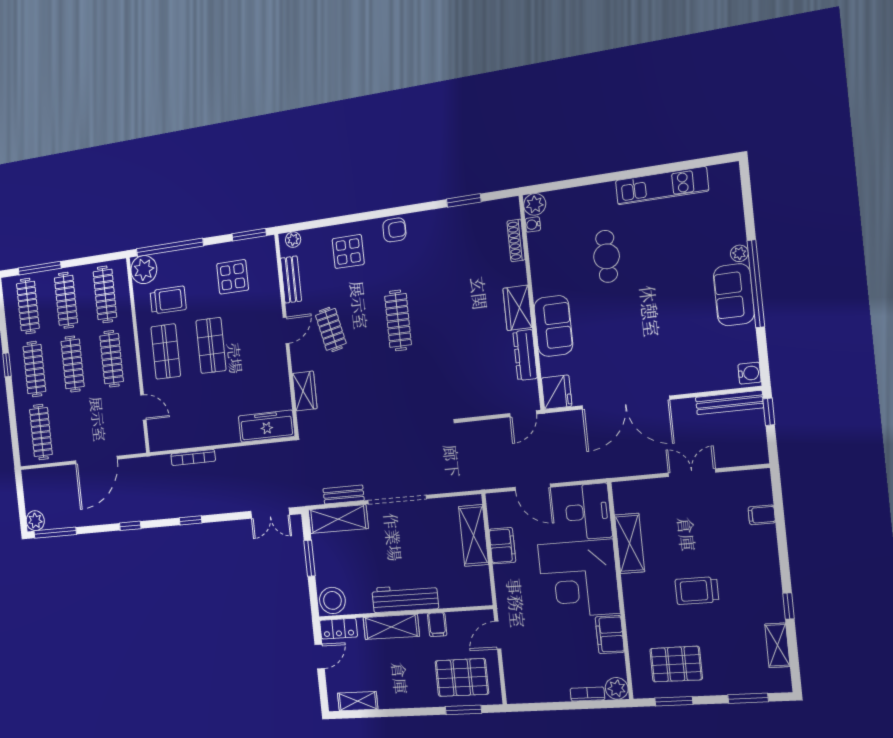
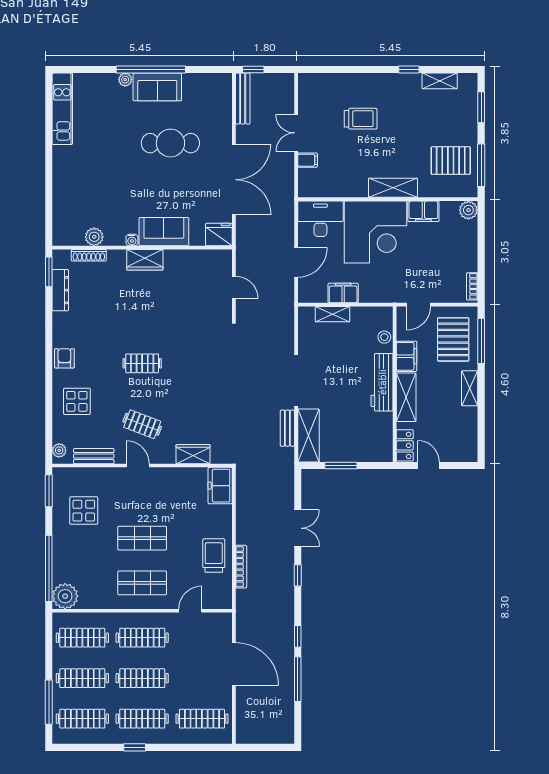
kitchen unit: (662, 186) -> (62, 109), moved
window: (464, 200) -> (49, 272), moved
plant: (535, 204) -> (94, 237), moved
water cooler: (533, 224) -> (132, 240), moved
cafe table: (607, 256) -> (170, 143), moved, width x1.37, depth x1.35
trolley: (168, 300) -> (214, 556), moved
clothes rail: (398, 320) -> (142, 363), width x0.73
clothes rail: (331, 329) -> (142, 424), turned 33
dresser: (525, 355) -> (60, 290), moved, turned -90
water cooler: (749, 373) -> (221, 81), removed
door: (523, 414) -> (234, 287), moved
freezer: (267, 426) -> (220, 486), width x0.71
double door: (270, 513) -> (298, 528), moved
filing cabinet: (762, 515) -> (308, 160), moved, turned -90
plant: (35, 521) -> (285, 734), removed
window: (55, 533) -> (298, 679), moved
shelving: (474, 535) -> (332, 314), width x0.67, depth x0.75
shelving: (630, 543) -> (393, 188), moved
trolley: (697, 591) -> (361, 119), moved, turned -90
stool: (332, 600) -> (384, 337), moved, width x0.53, depth x0.53
filing cabinet: (437, 625) -> (406, 356), width x2.00
door: (498, 635) -> (419, 305), hinge flipped
pallet: (676, 664) -> (451, 161), turned 90
bookcase: (587, 694) -> (472, 286), moved
shelving: (358, 701) -> (470, 388), moved
window: (674, 701) -> (481, 165), width x1.44
window: (463, 710) -> (481, 341), width x1.44

